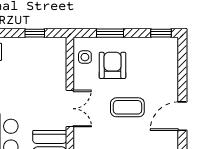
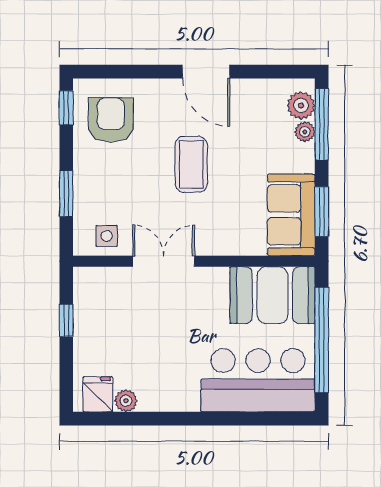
armchair: (112, 65) -> (111, 120), moved, turned 90
double door: (70, 109) -> (164, 261), moved

